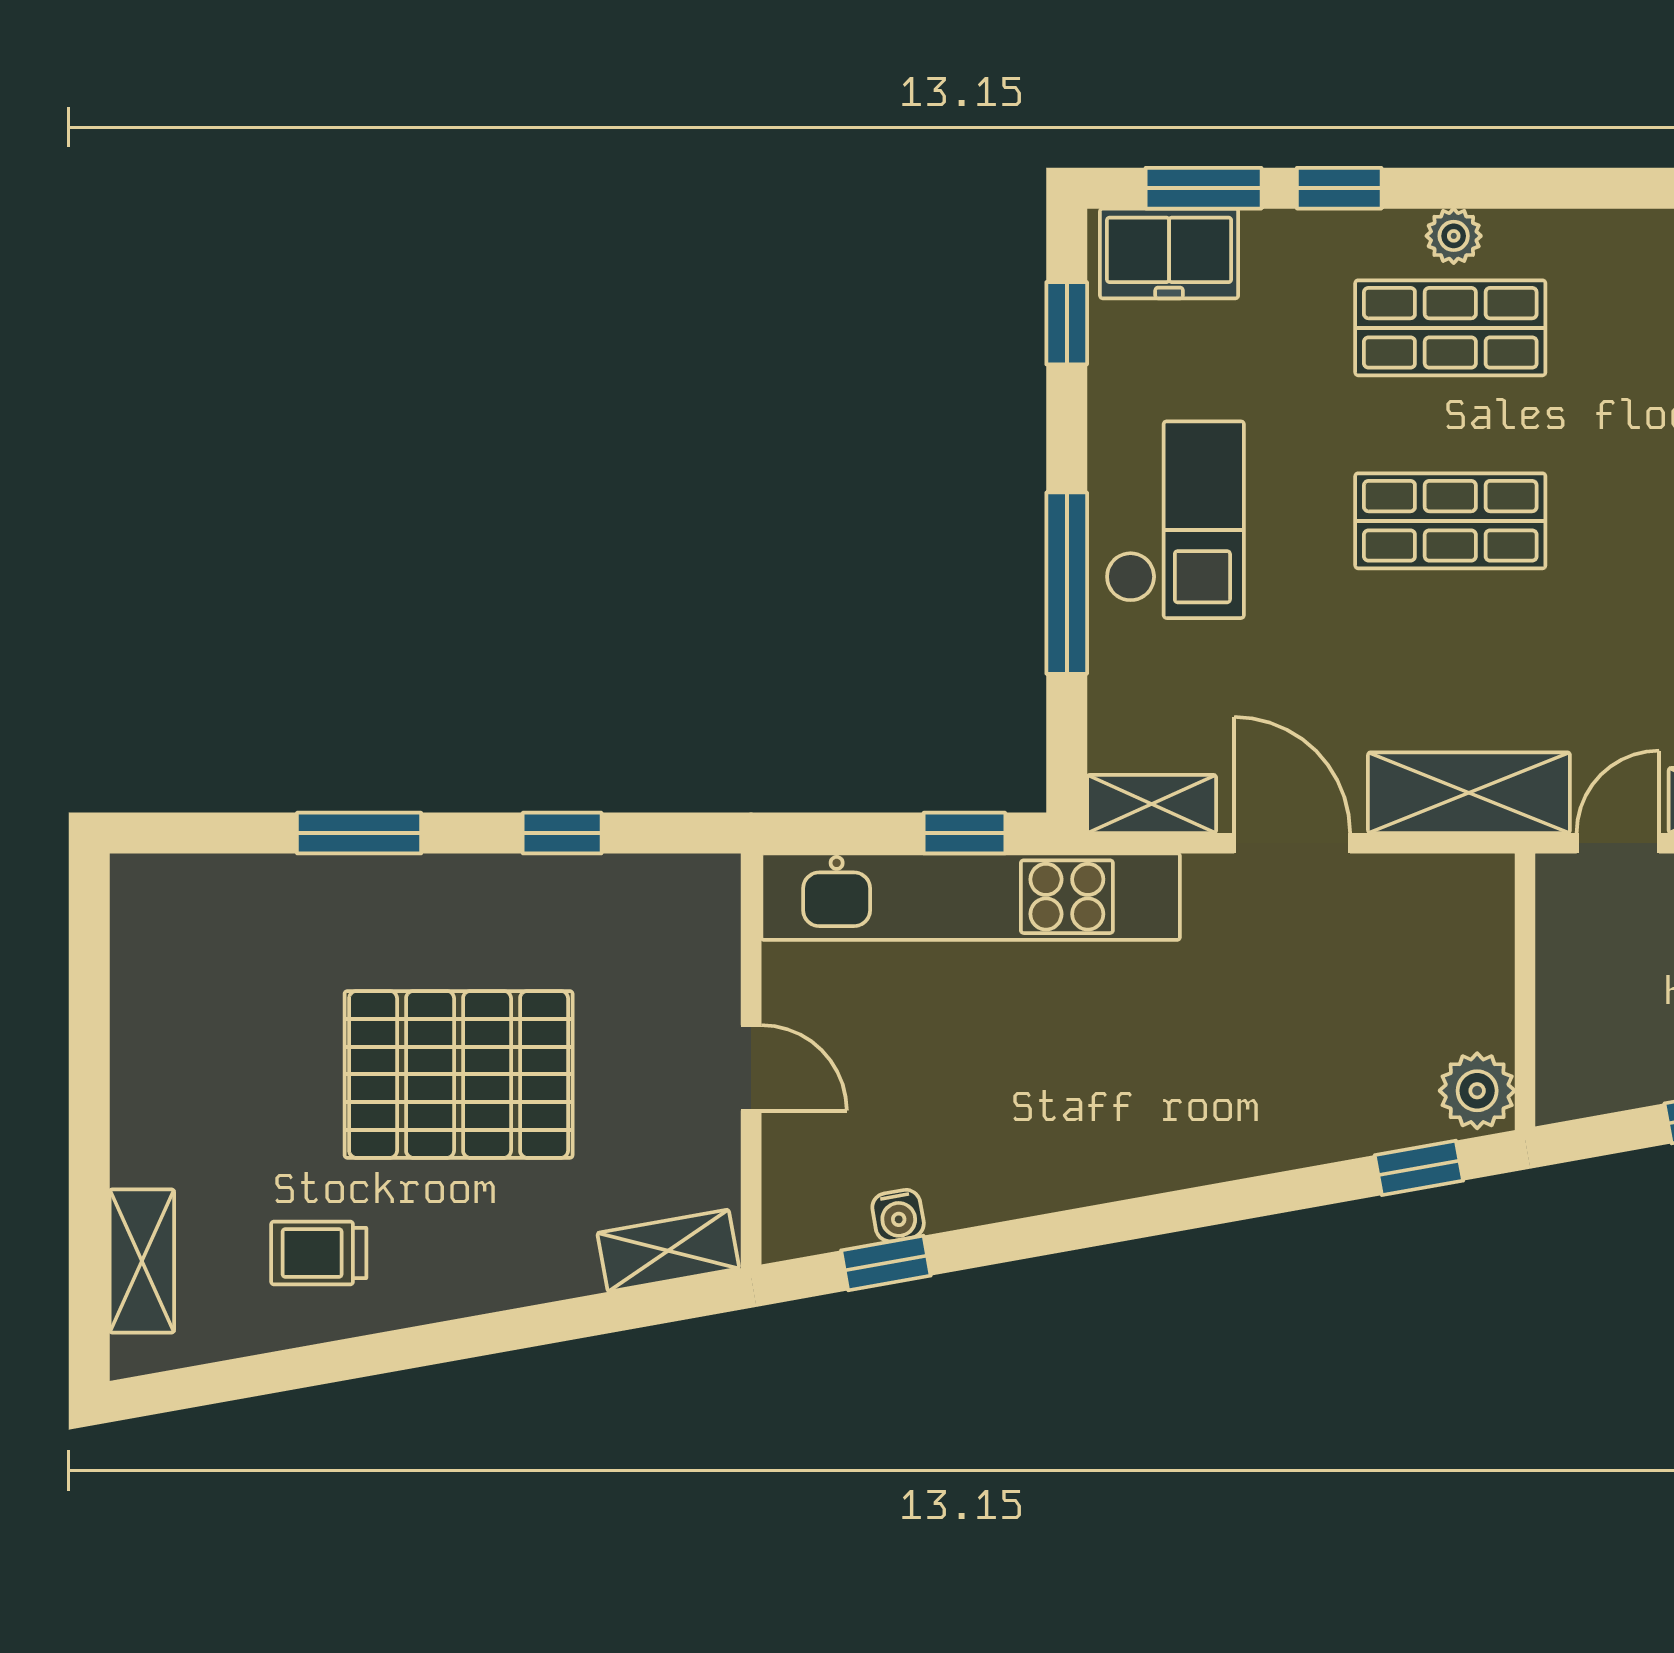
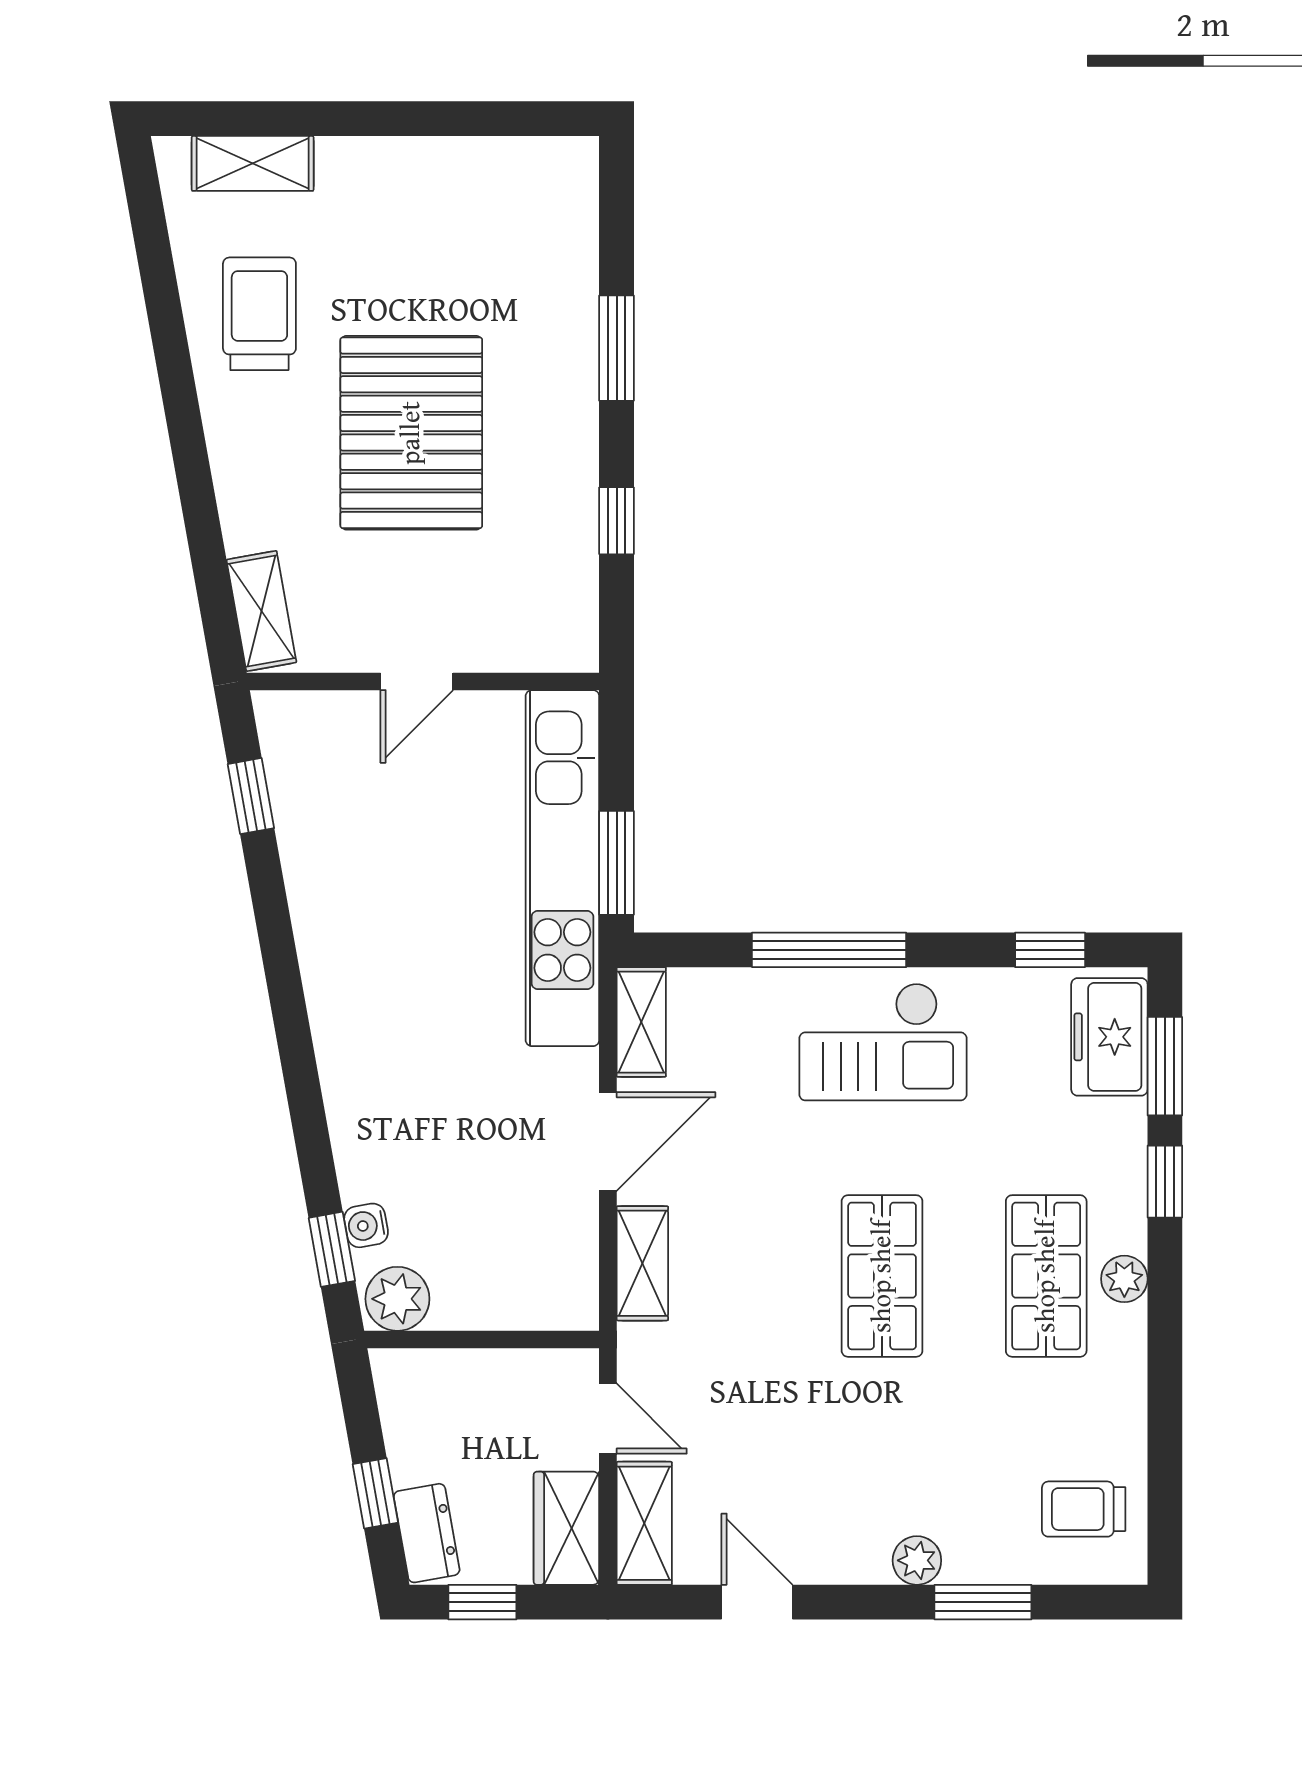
shelving: (1469, 793) -> (642, 1263), width x0.67, depth x0.75
window: (964, 833) -> (617, 863), width x1.50
water cooler: (898, 1216) -> (366, 1225), moved
trolley: (319, 1253) -> (259, 314), width x1.36, depth x1.39

